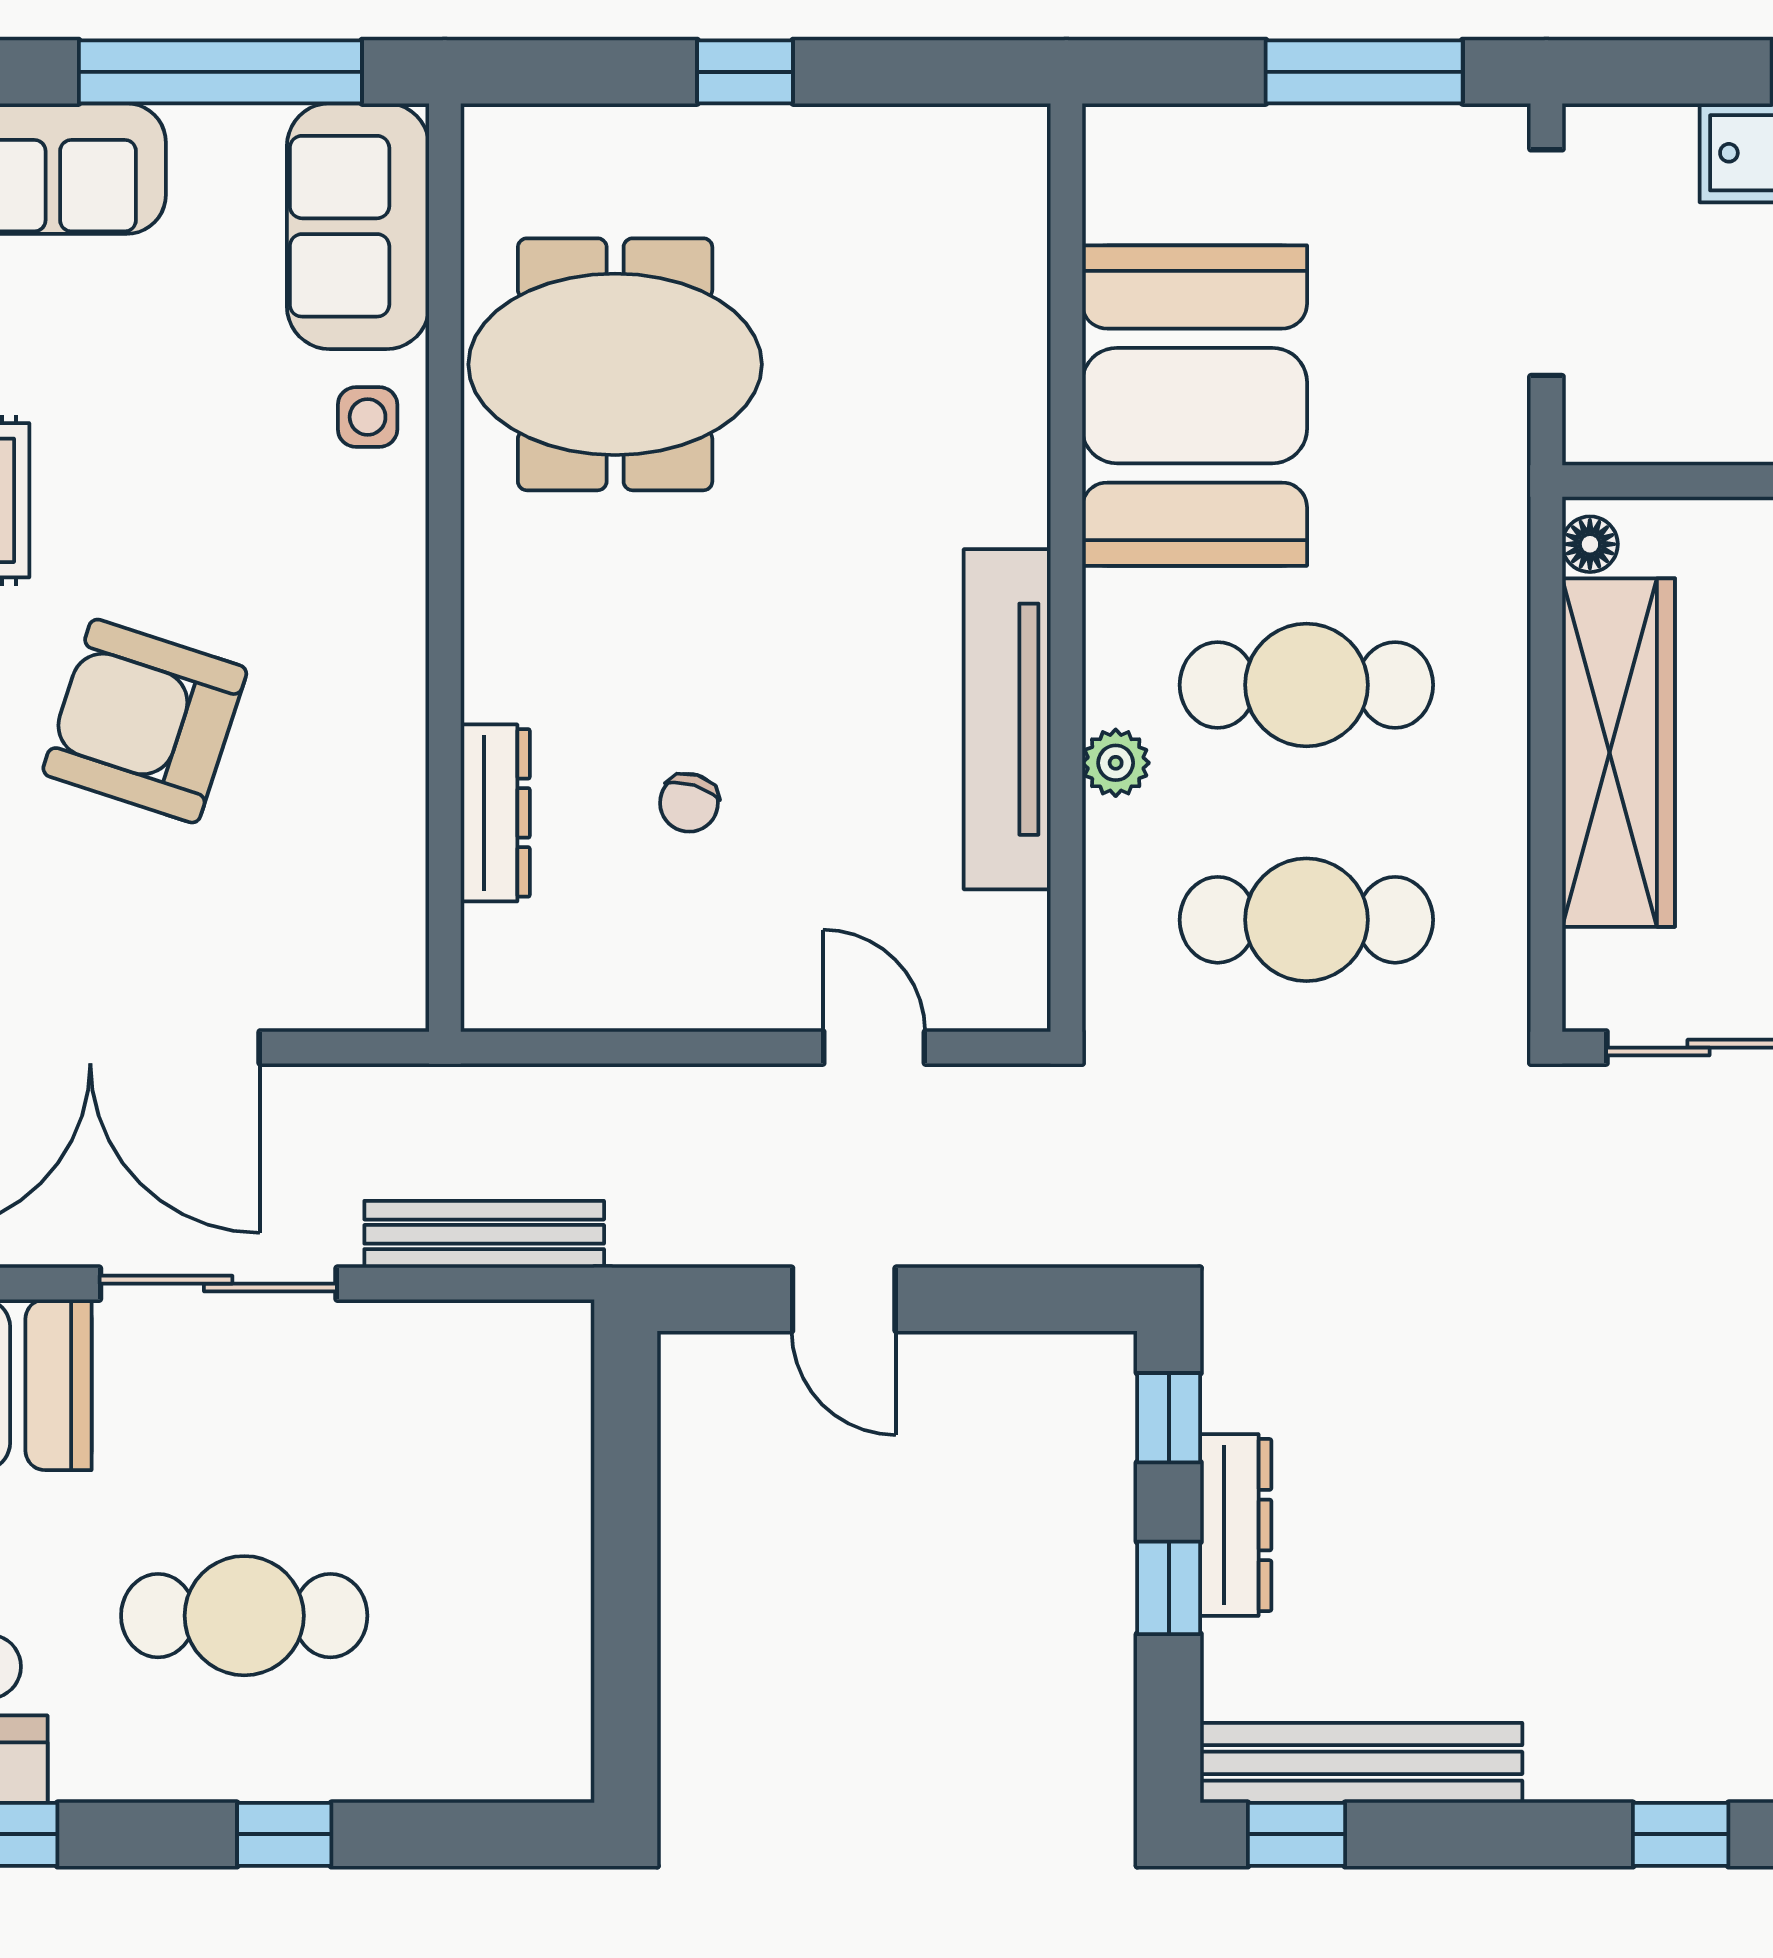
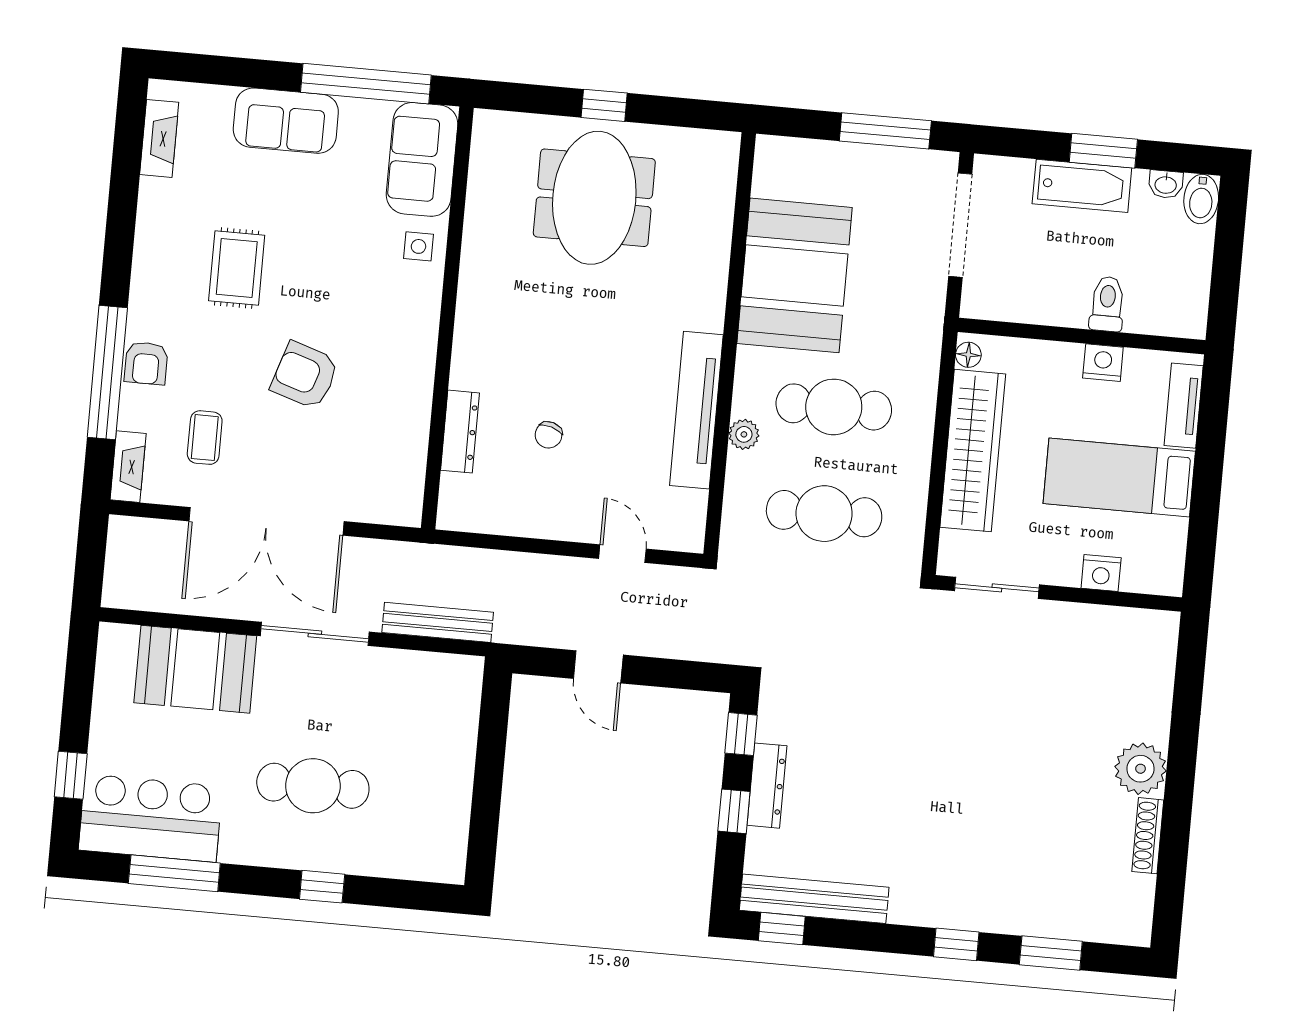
meeting table: (615, 364) -> (594, 198), moved, turned 90
armchair: (145, 721) -> (305, 375), width x0.73, depth x0.73

